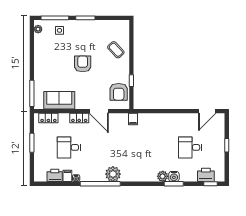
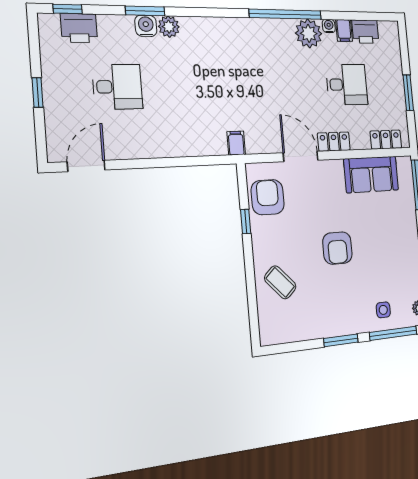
plant: (113, 174) -> (309, 33), moved

